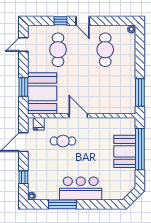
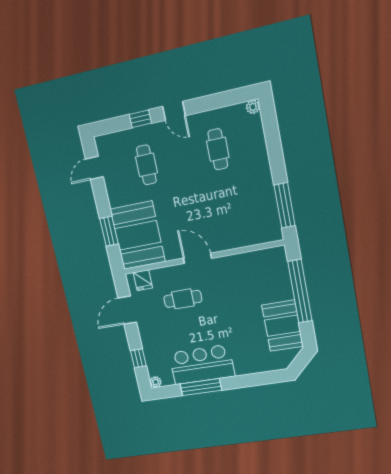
cafe table: (58, 50) -> (146, 165), width x0.73, depth x0.74
cafe table: (105, 50) -> (218, 149), width x0.73, depth x0.74
booth: (125, 151) -> (282, 326), moved
bar counter: (81, 188) -> (202, 365), moved

